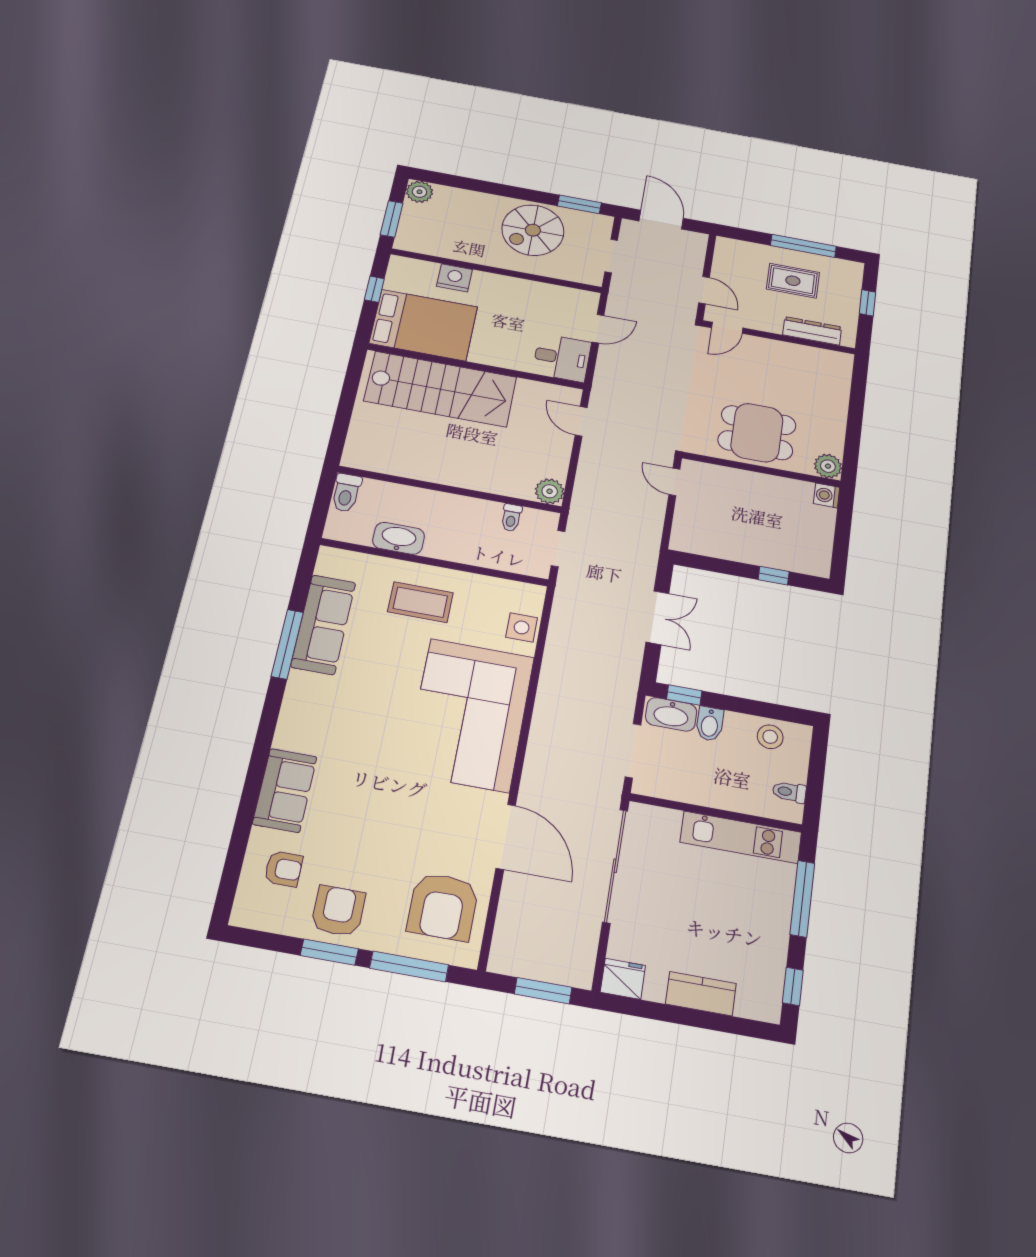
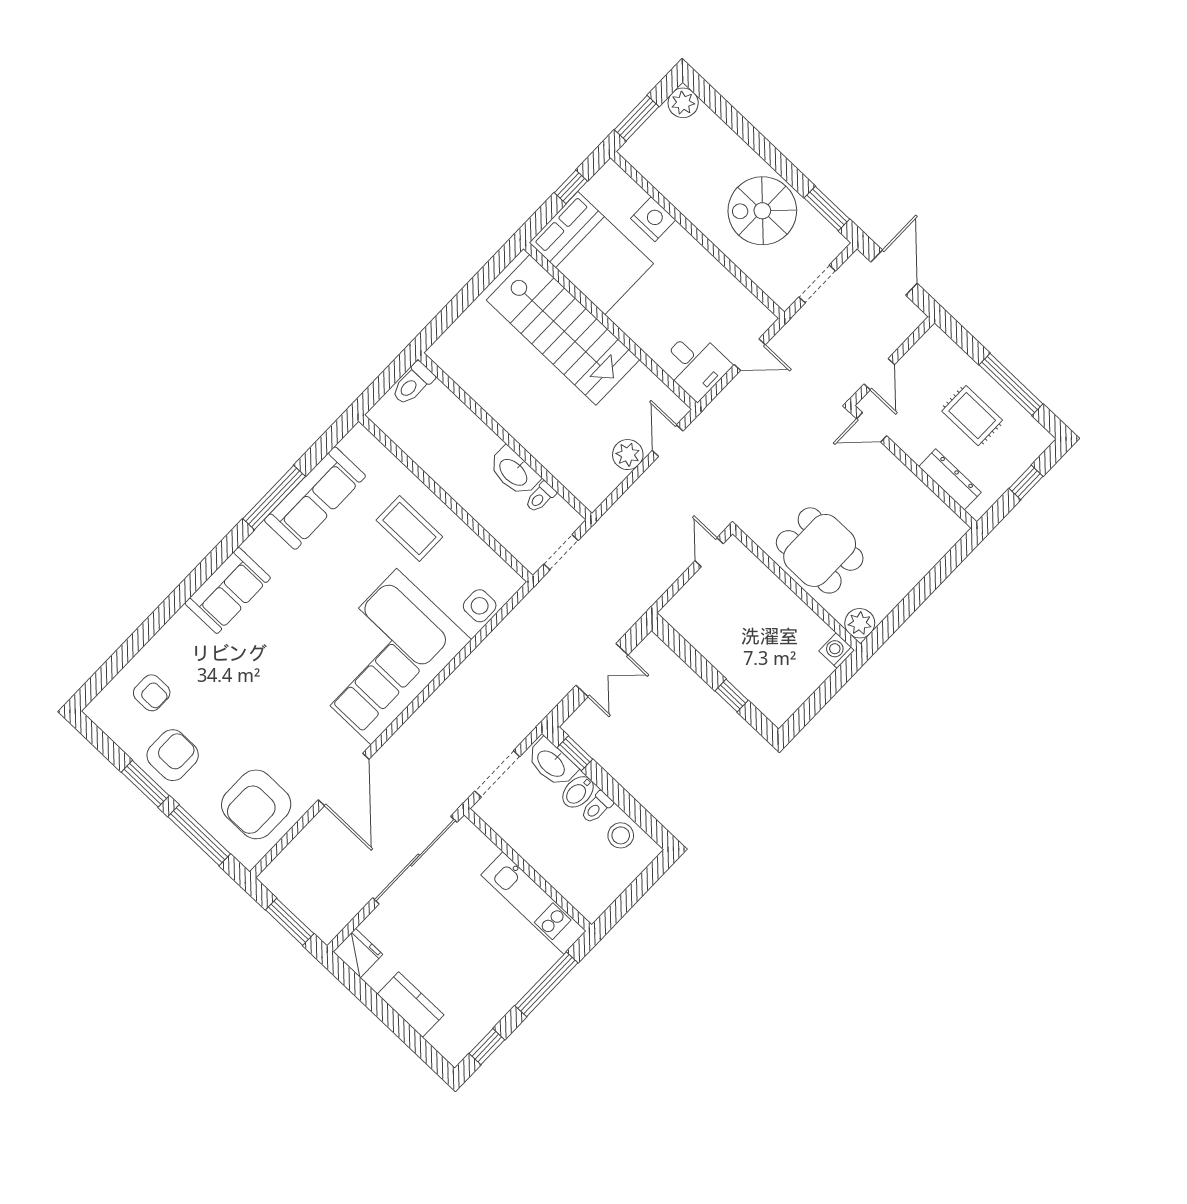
plant: (550, 491) -> (628, 455), moved
washbasin: (399, 538) -> (514, 472), moved, turned 180
sofa: (285, 790) -> (228, 590), moved
toilet: (789, 792) -> (597, 807), moved, turned -90

